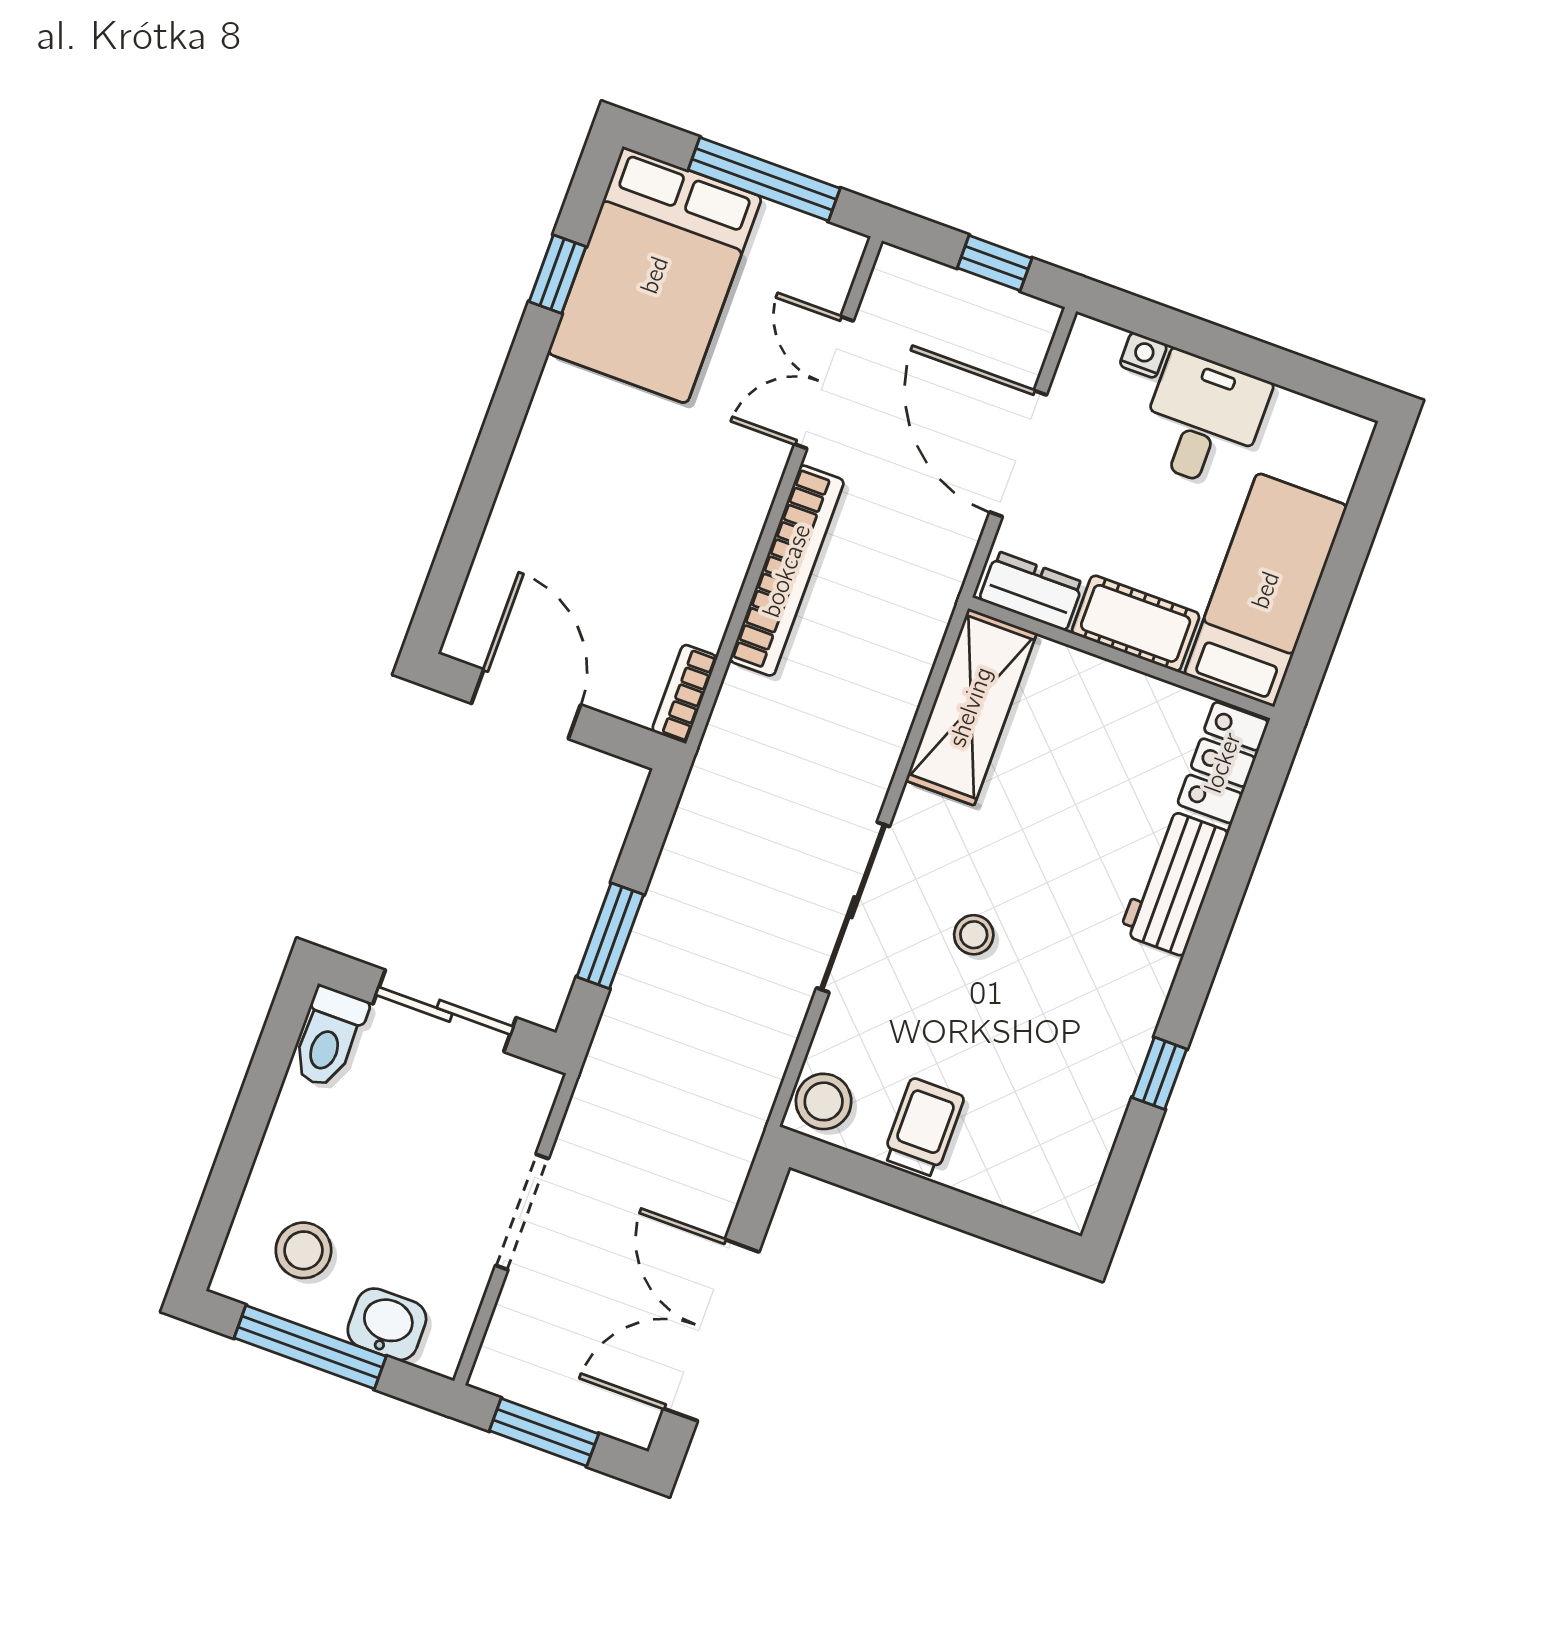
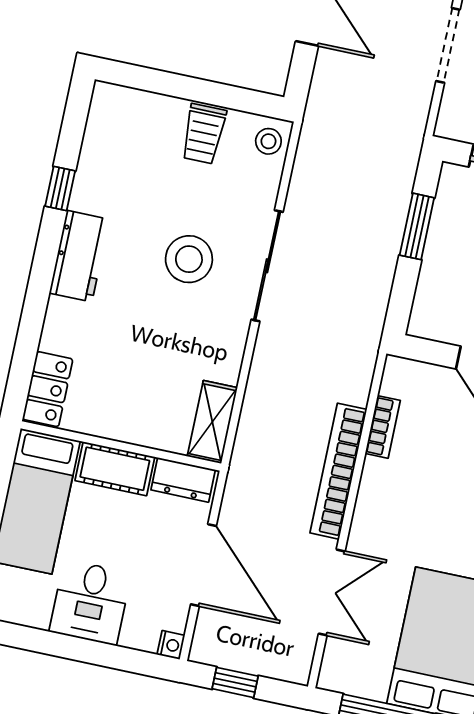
nightstand: (1143, 355) -> (171, 645), moved, turned -90
bookcase: (685, 694) -> (383, 427), moved
shelving: (971, 707) -> (212, 422), width x0.67, depth x0.75
workbench: (1174, 882) -> (79, 256), moved
stool: (974, 935) -> (189, 259), width x1.89, depth x1.89
stool: (824, 1101) -> (268, 141), width x0.73, depth x0.73

